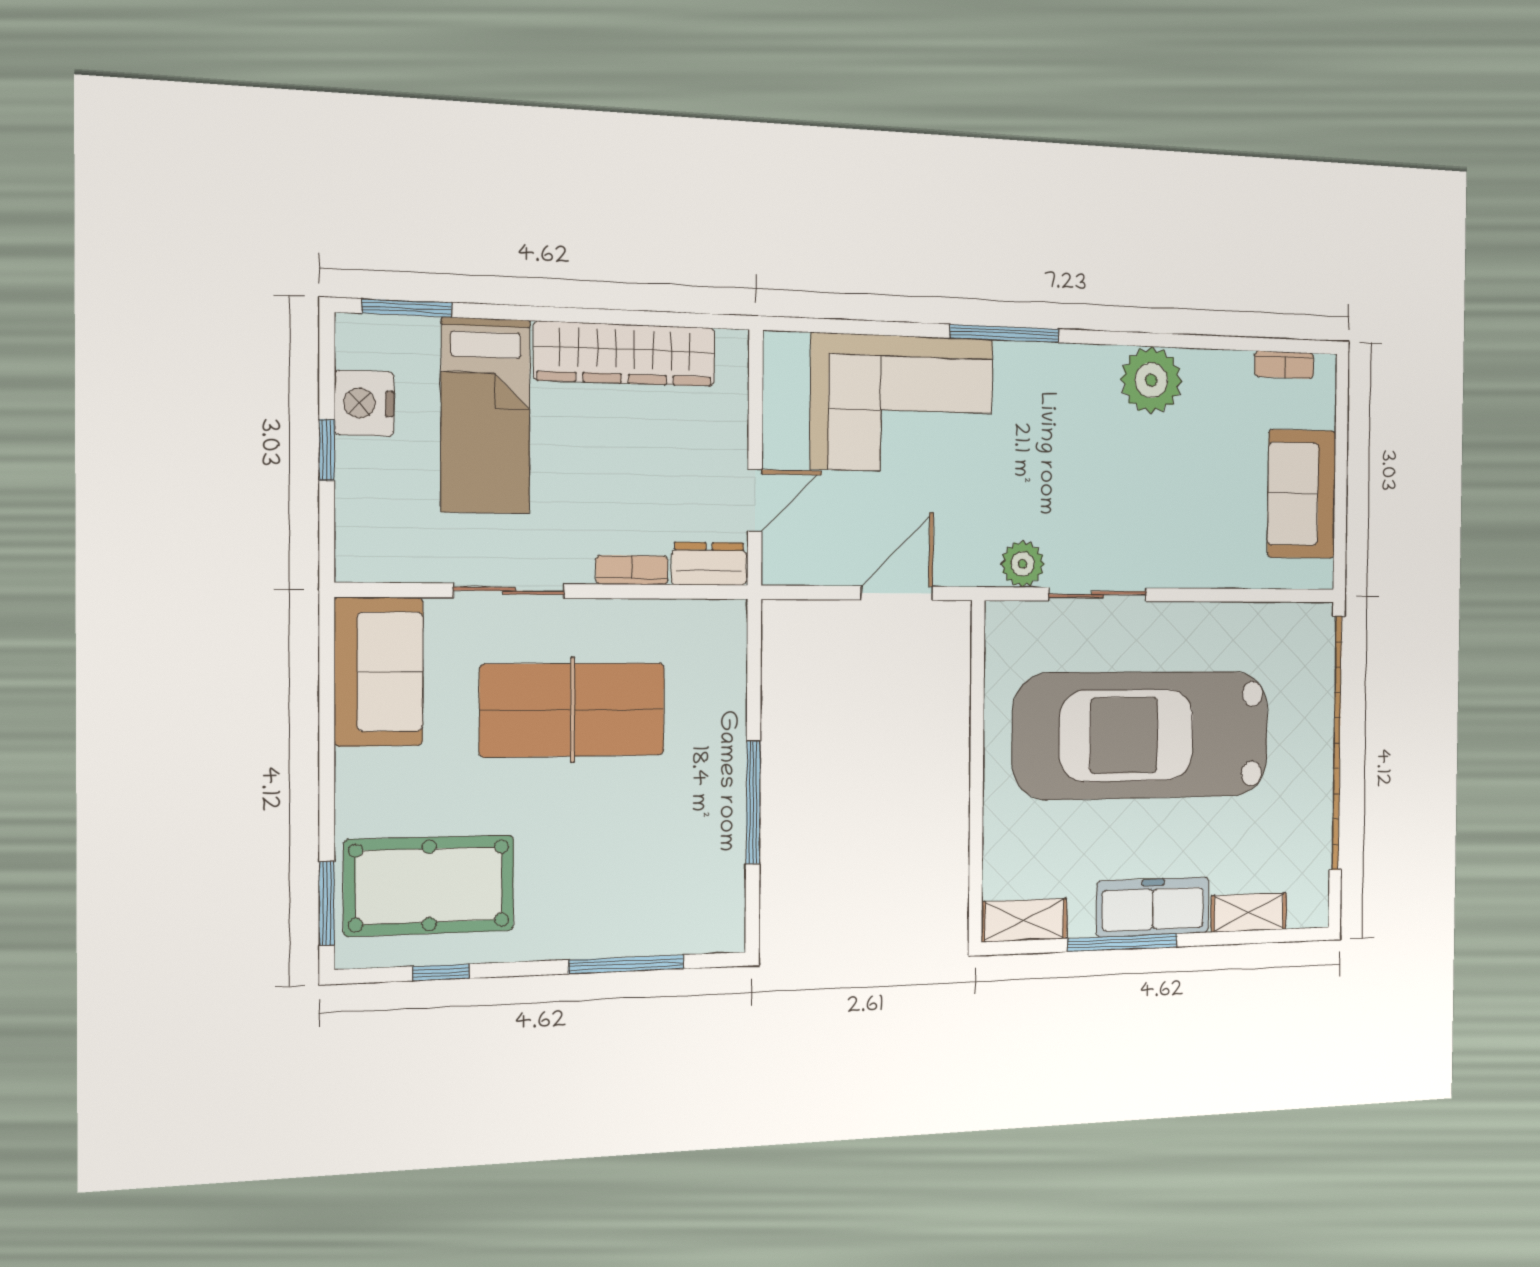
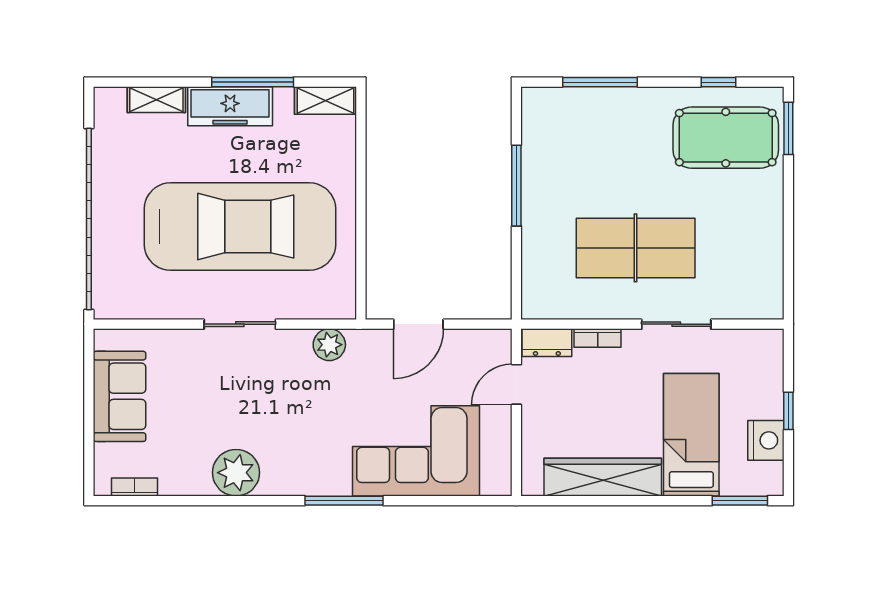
sliding door: (1098, 594) -> (240, 324), moved
sofa: (379, 672) -> (757, 273), removed

